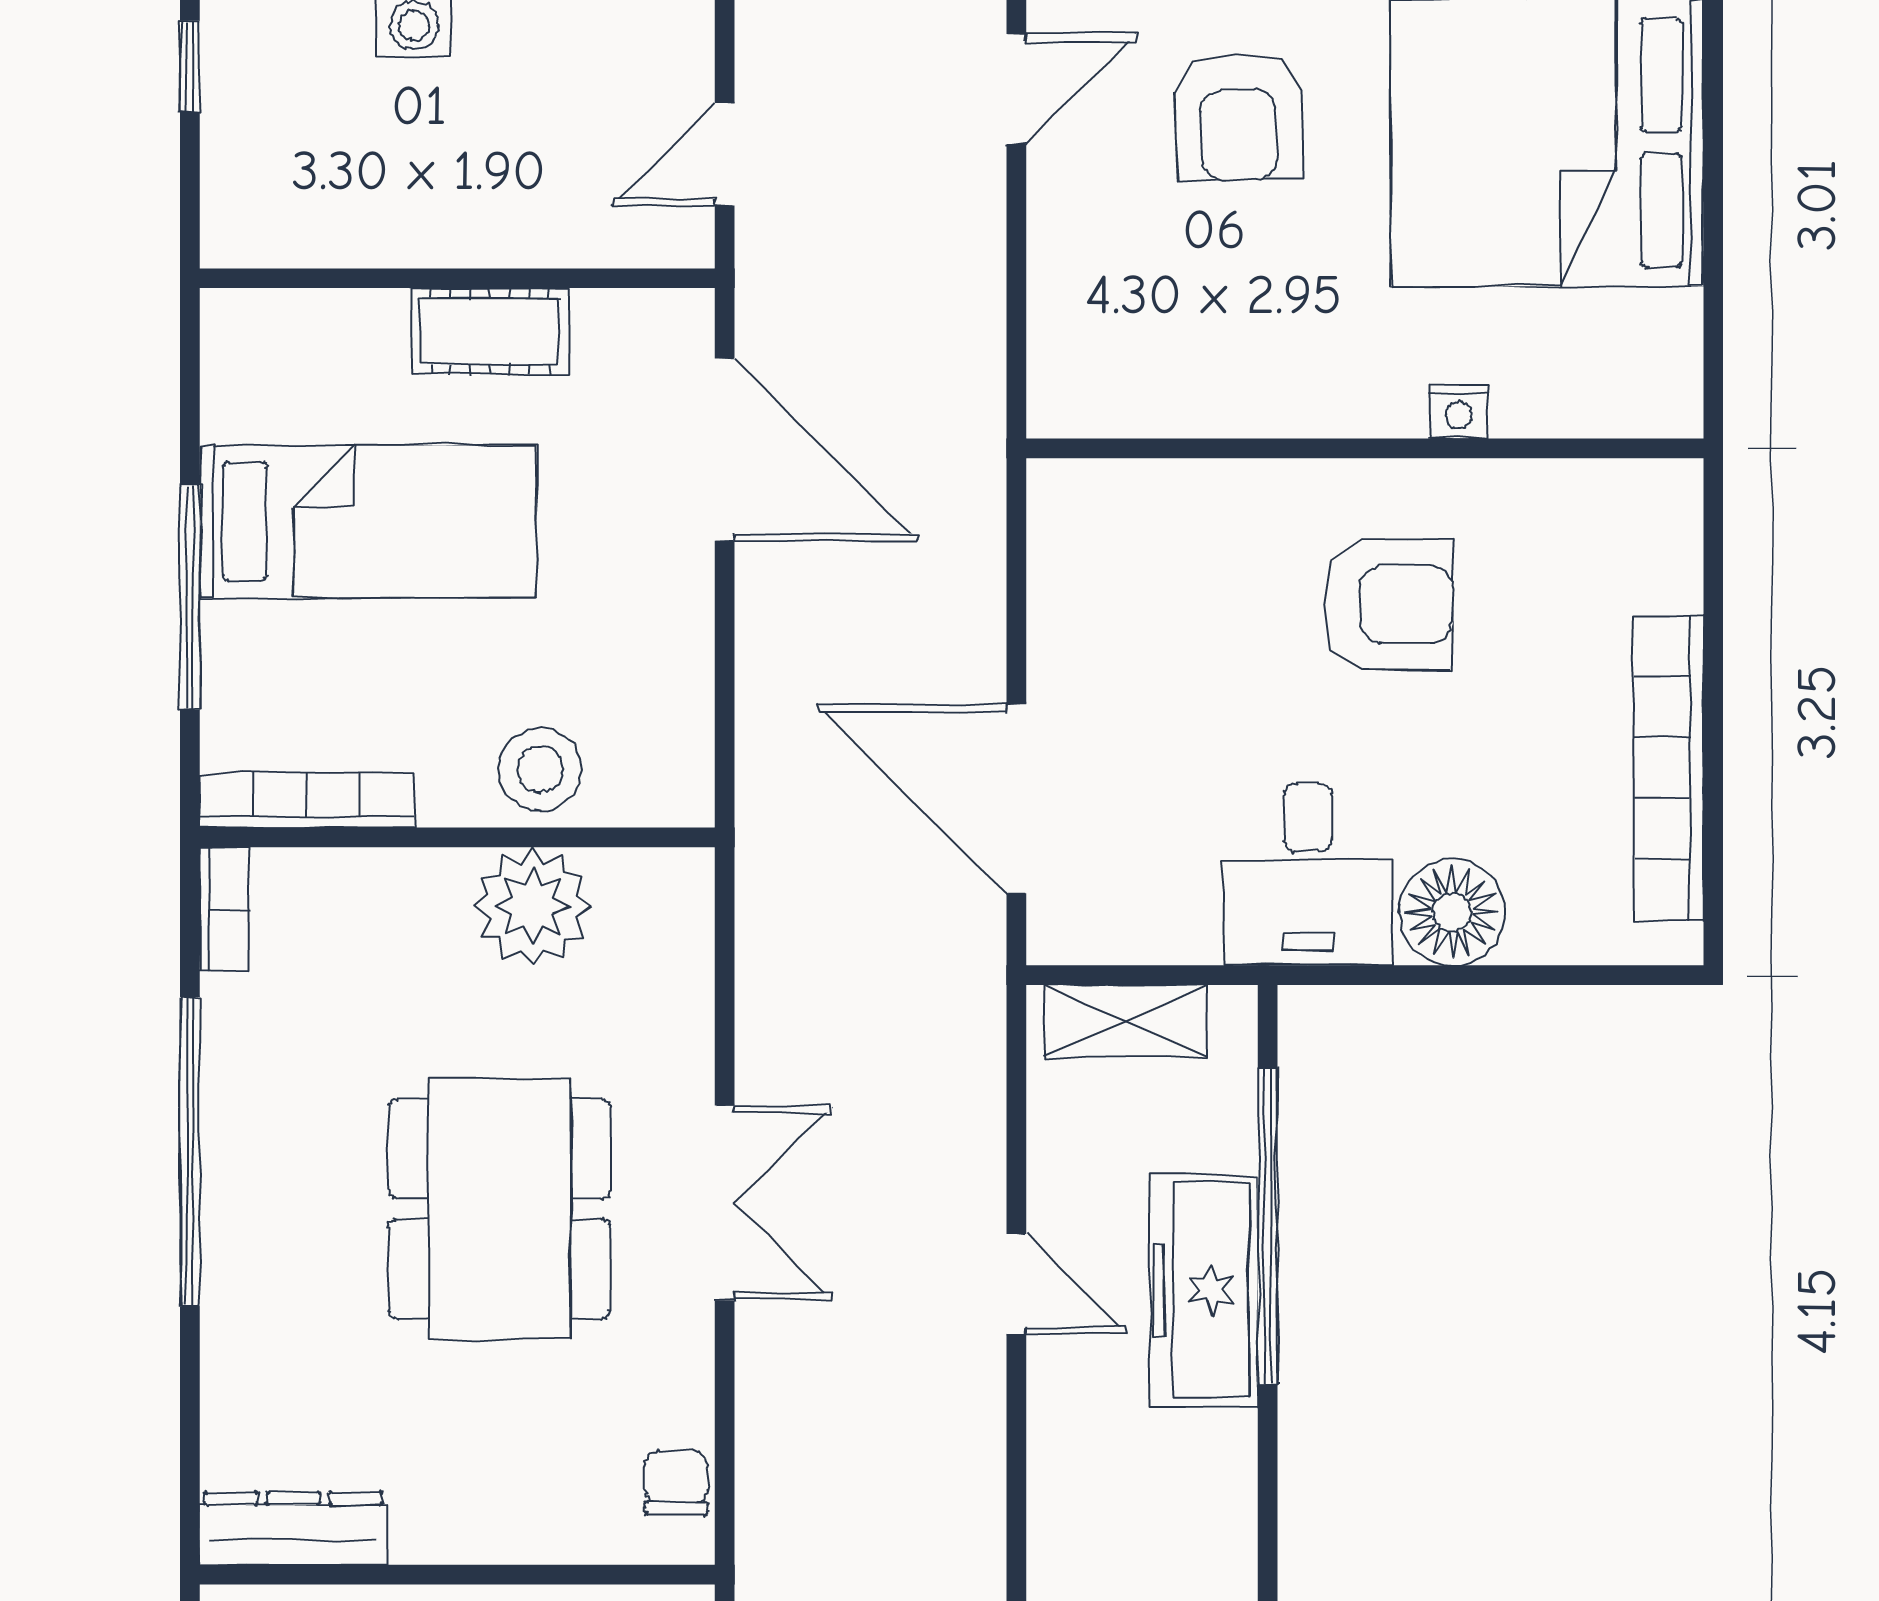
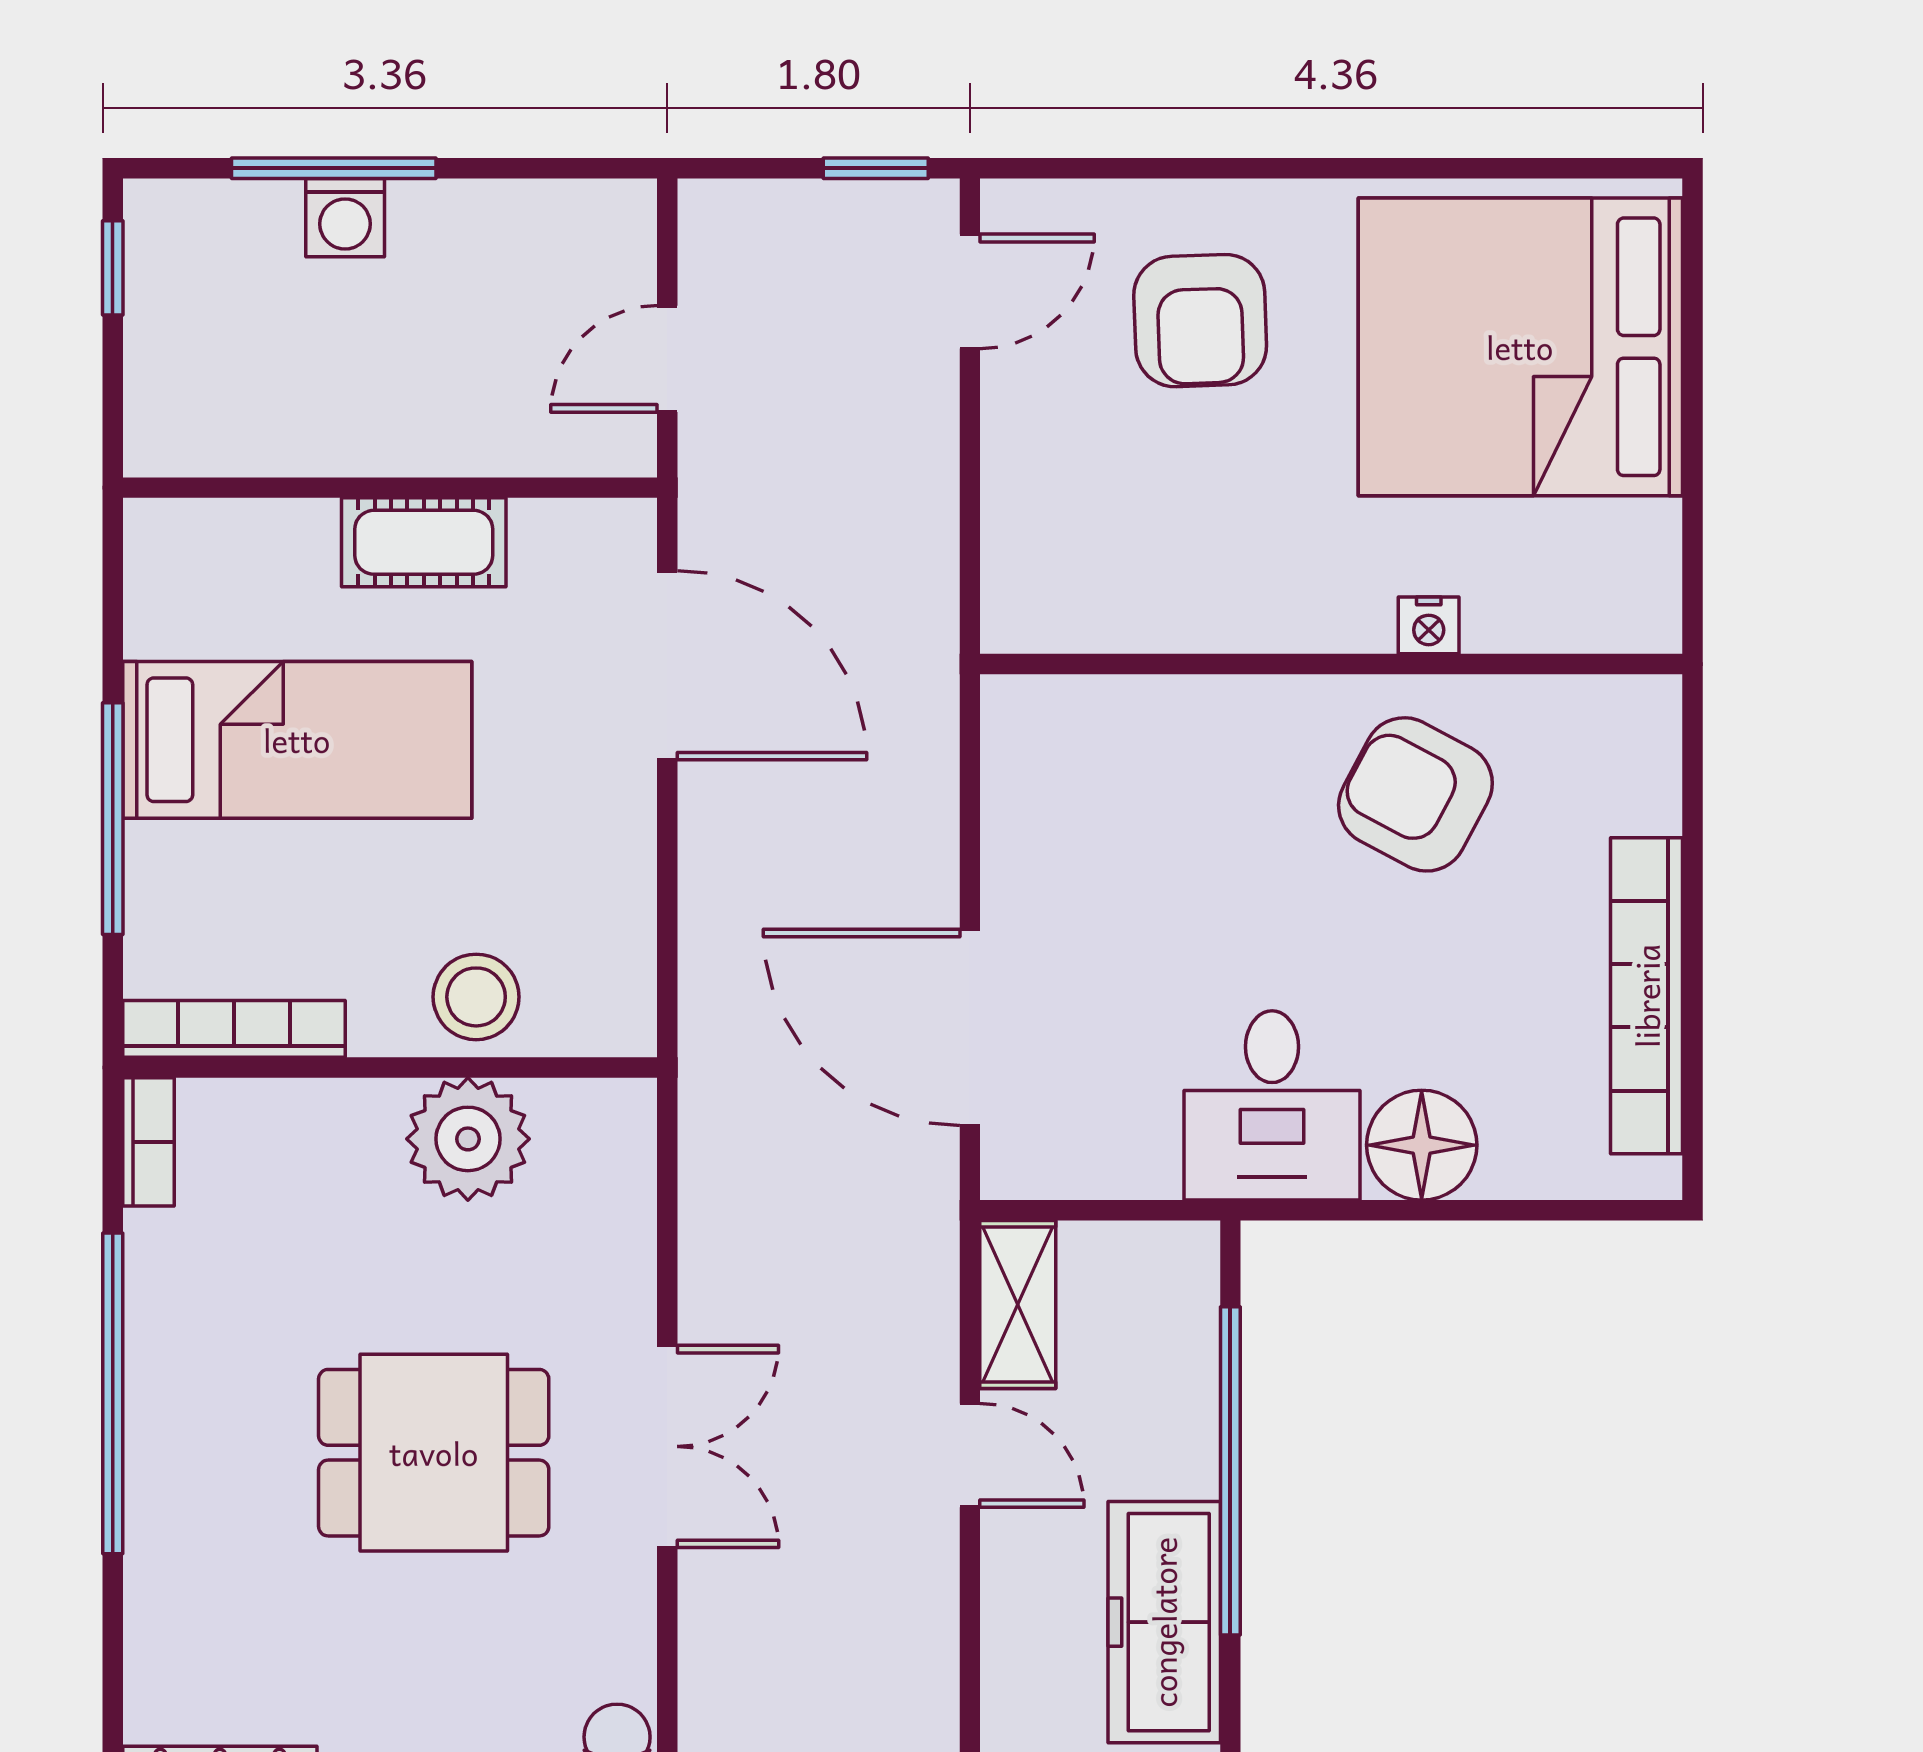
armchair: (1388, 604) -> (1415, 794), moved, turned -152
shelving: (1126, 1021) -> (1018, 1305), moved, turned 90
dining table: (499, 1209) -> (434, 1453), width x0.73
door: (1016, 1284) -> (970, 1455), moved
freezer: (1204, 1290) -> (1164, 1622), moved

